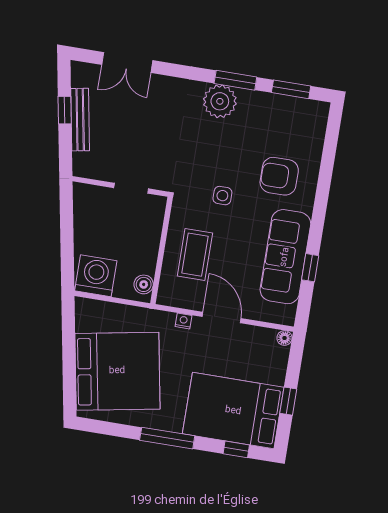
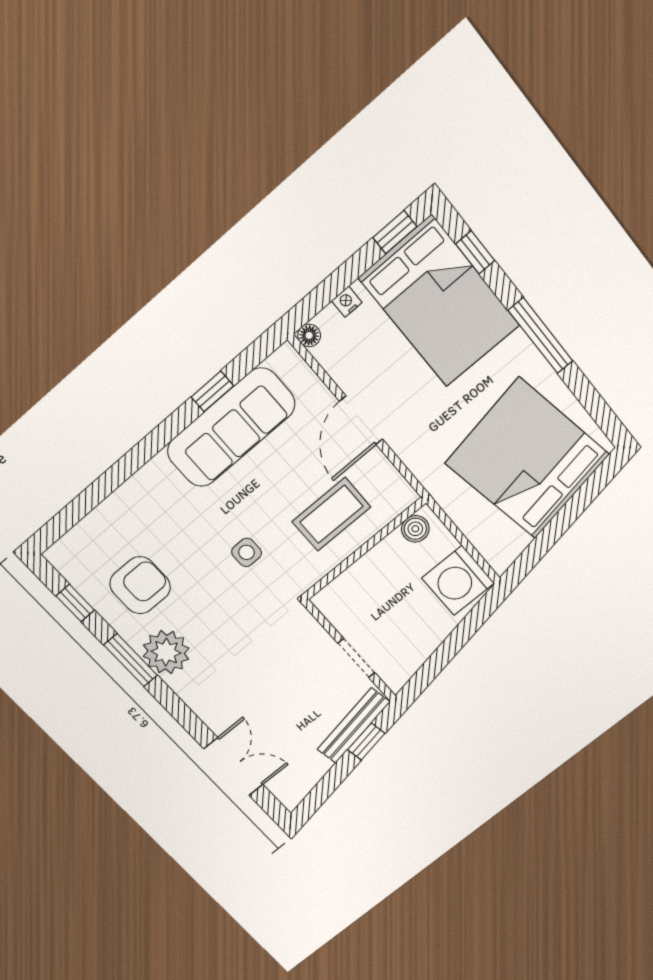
window: (291, 89) -> (75, 603), width x0.67
window: (65, 110) -> (366, 742), moved
bench: (80, 120) -> (354, 726), moved
armchair: (279, 176) -> (140, 585), moved, turned -90
doorway: (131, 188) -> (356, 658), moved
nightstand: (183, 321) -> (347, 302), moved, turned 90
window: (288, 401) -> (395, 232), moved

